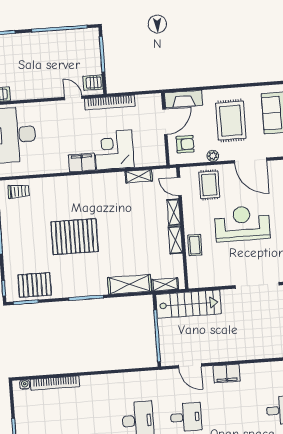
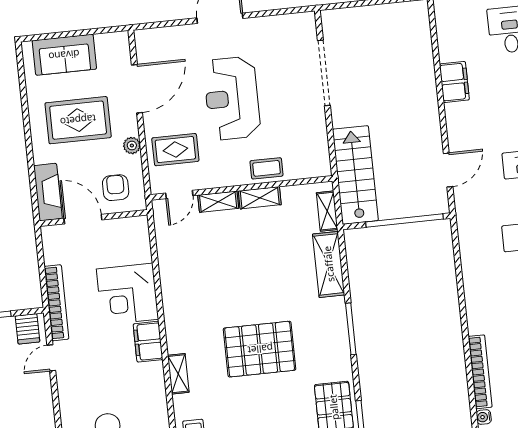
shelving: (139, 176) -> (178, 374), moved
pallet: (75, 237) -> (260, 349), turned 90
filing cabinet: (227, 374) -> (454, 82), moved

